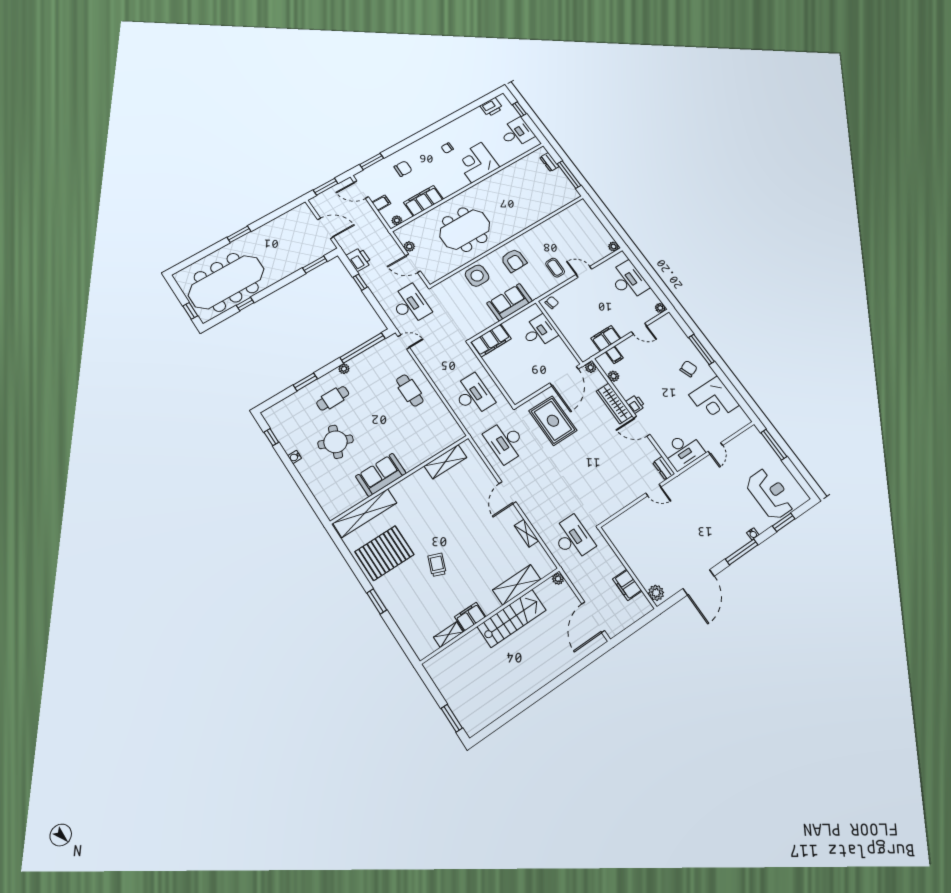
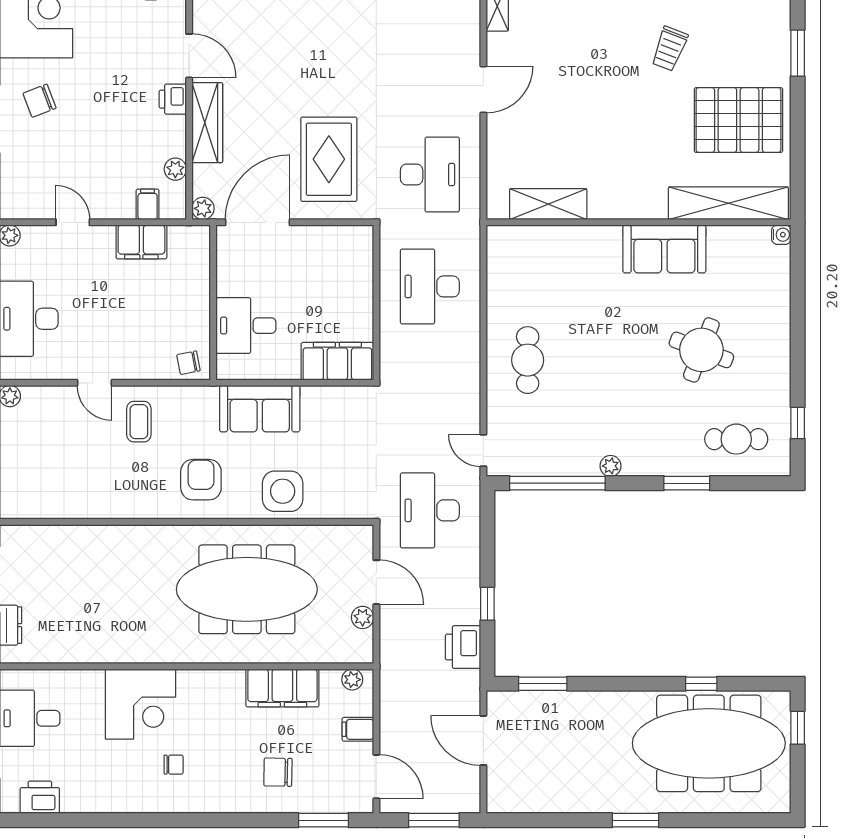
meeting table: (465, 230) -> (247, 589), width x1.36
cafe table: (333, 398) -> (736, 439), moved
water cooler: (295, 457) -> (781, 235), moved

